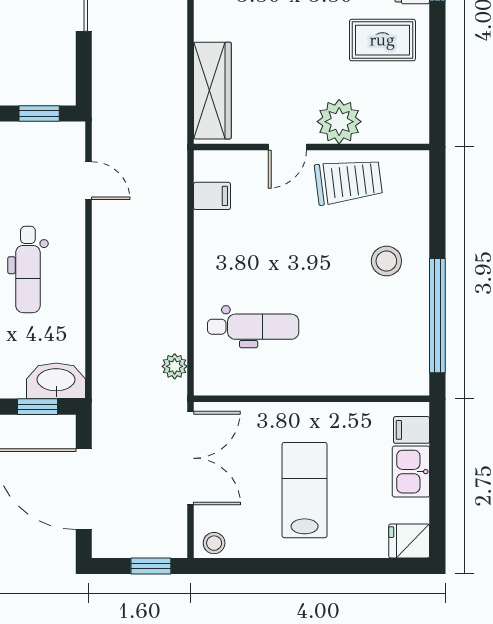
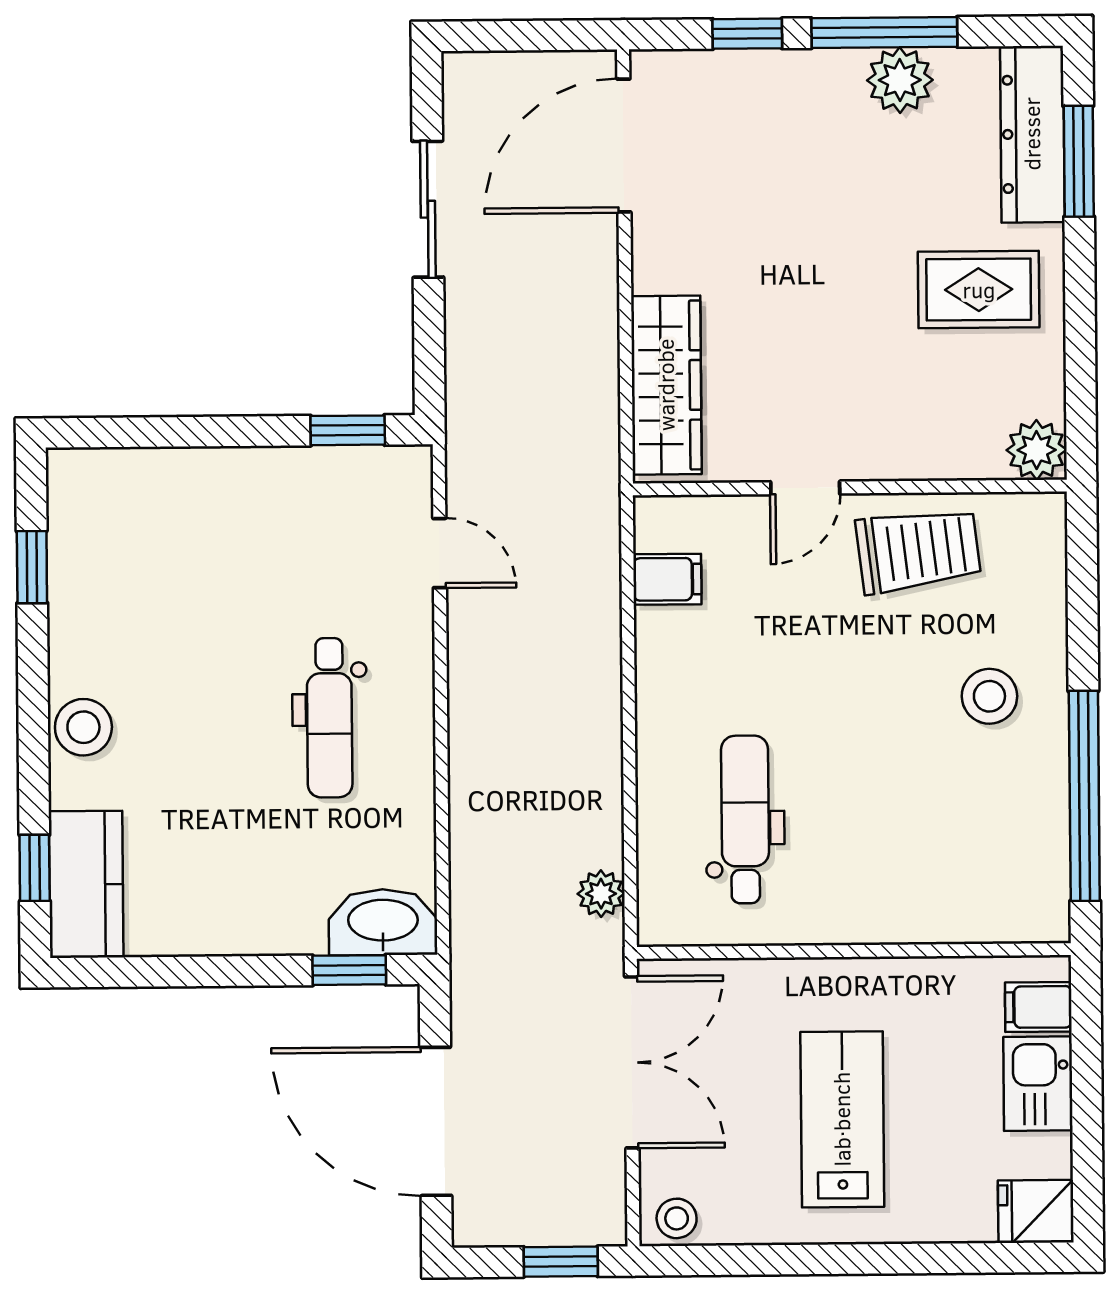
plant: (339, 122) -> (1037, 450), moved, width x0.73, depth x0.73
dental chair: (253, 327) -> (745, 819), turned -90

